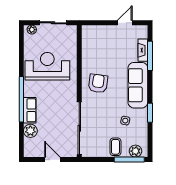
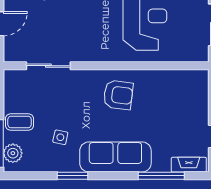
fireplace: (143, 50) -> (189, 165), moved
sliding door: (79, 128) -> (48, 66), width x0.54

